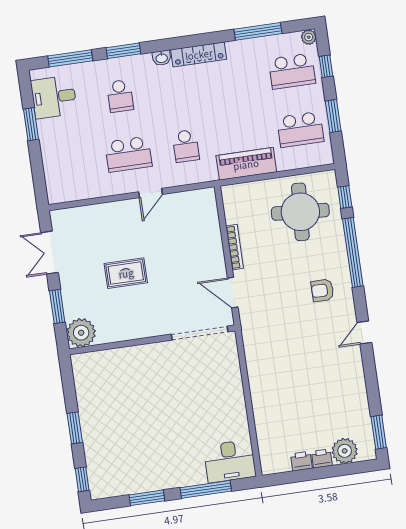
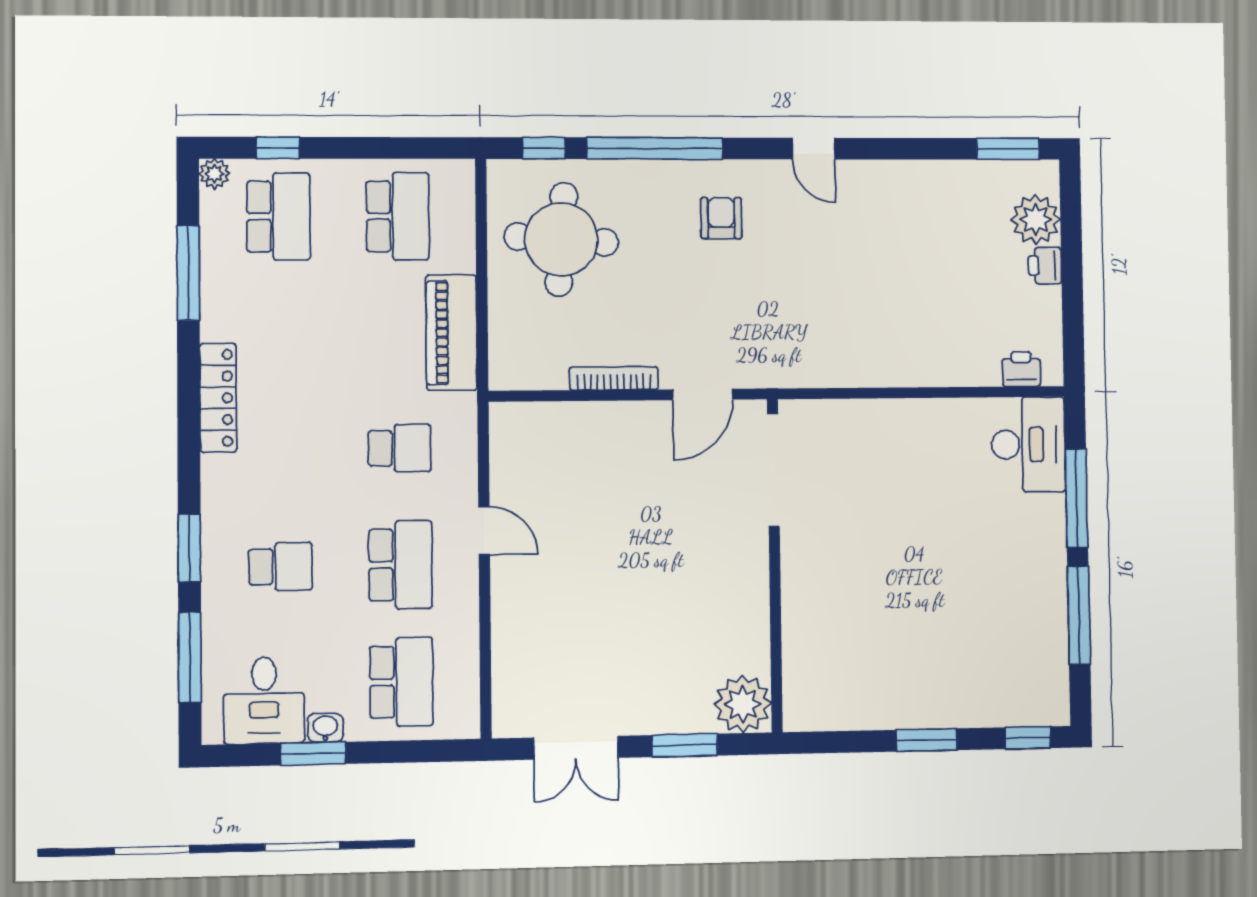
washbasin: (162, 58) -> (325, 728), moved, turned -90
window: (333, 116) -> (380, 148), removed
school desk: (71, 162) -> (401, 682), added
rug: (126, 273) -> (637, 601), removed
armchair: (322, 290) -> (721, 218), turned 180
printer: (301, 461) -> (1021, 369), moved, turned 90
window: (147, 498) -> (1079, 615), width x1.44

